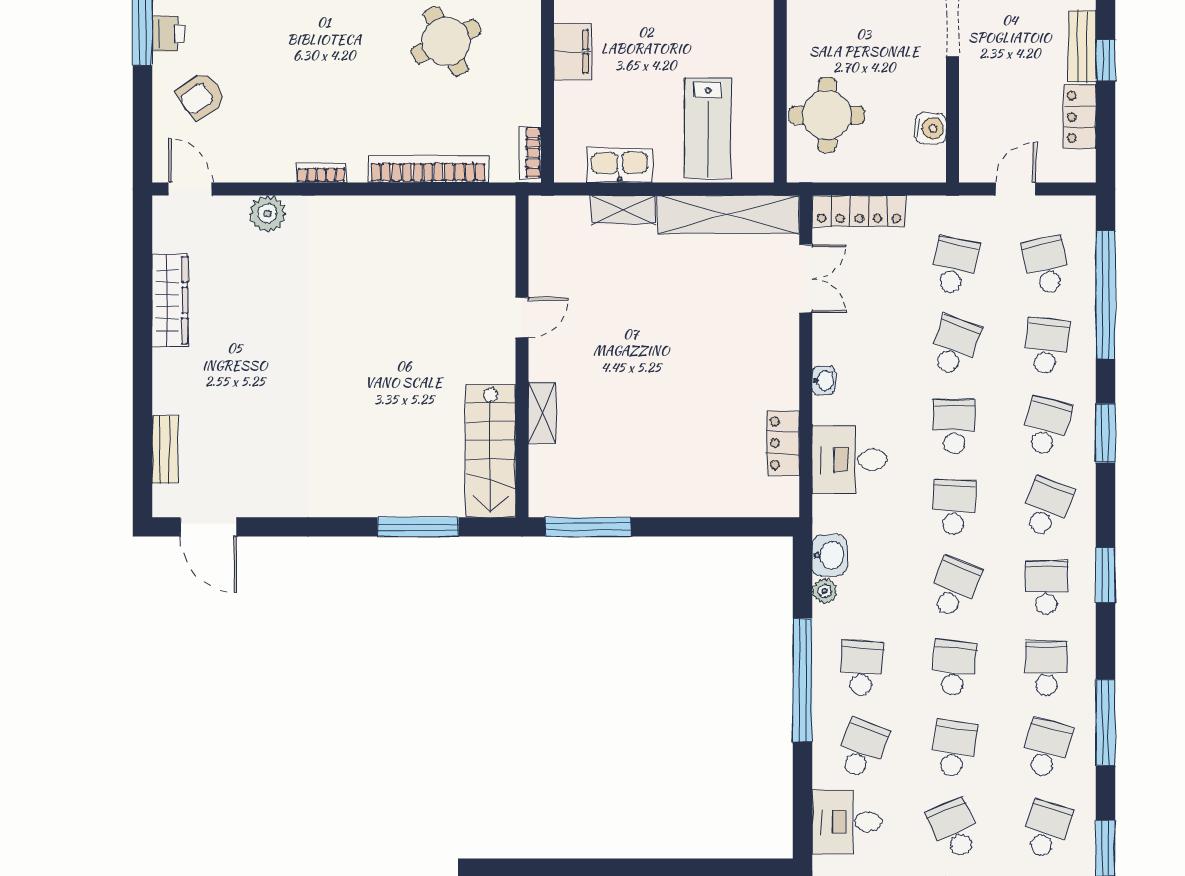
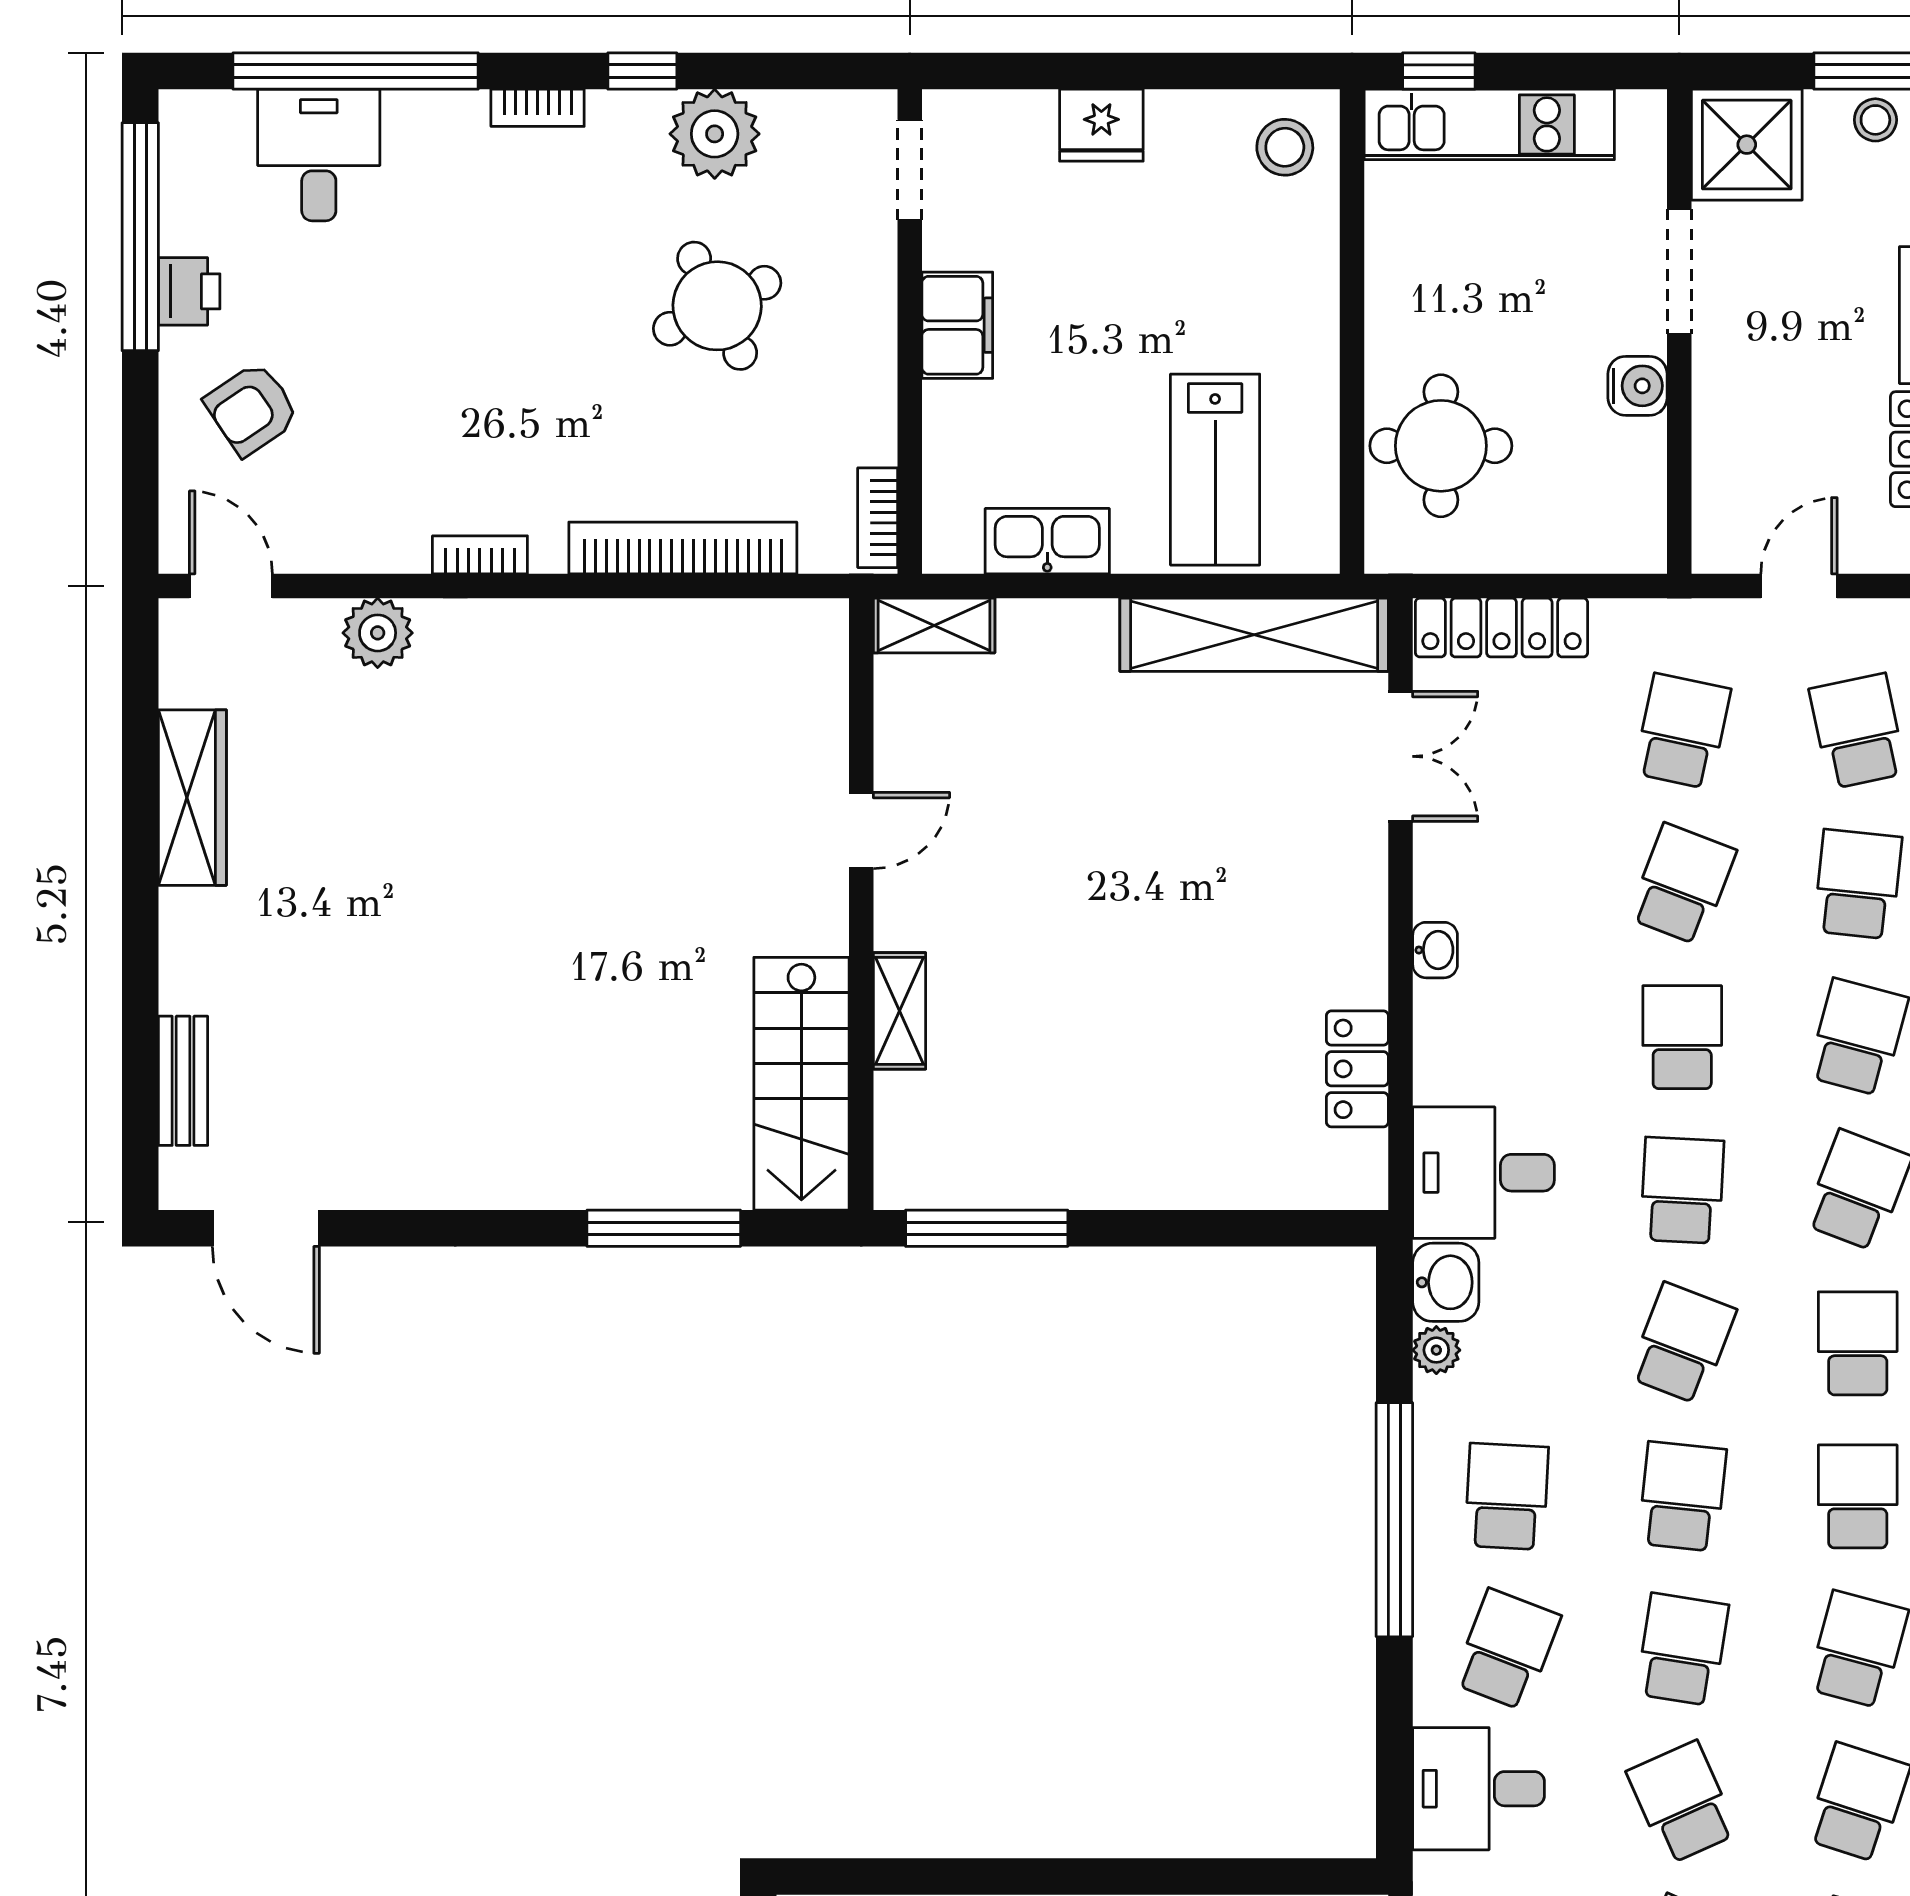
water cooler: (930, 128) -> (1638, 386), moved
shelving: (623, 210) -> (934, 625), moved
desk: (849, 459) -> (1483, 1173), moved

